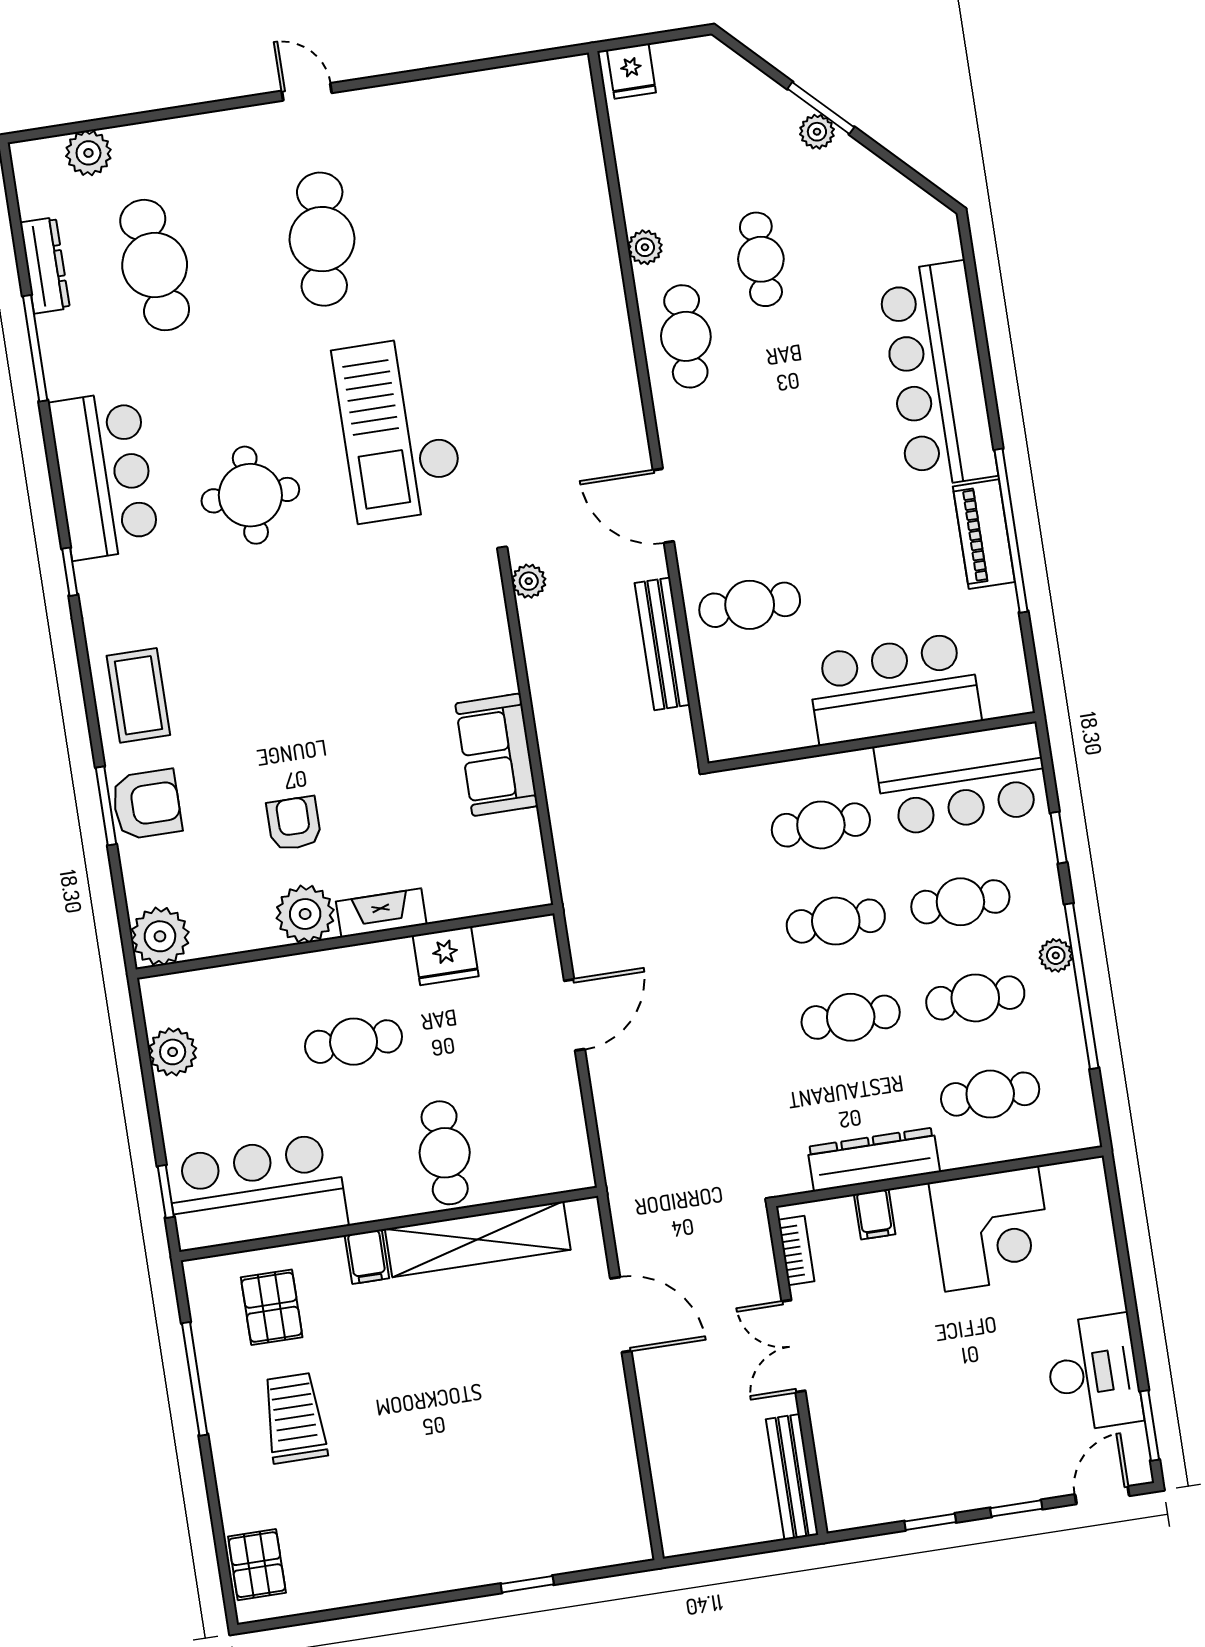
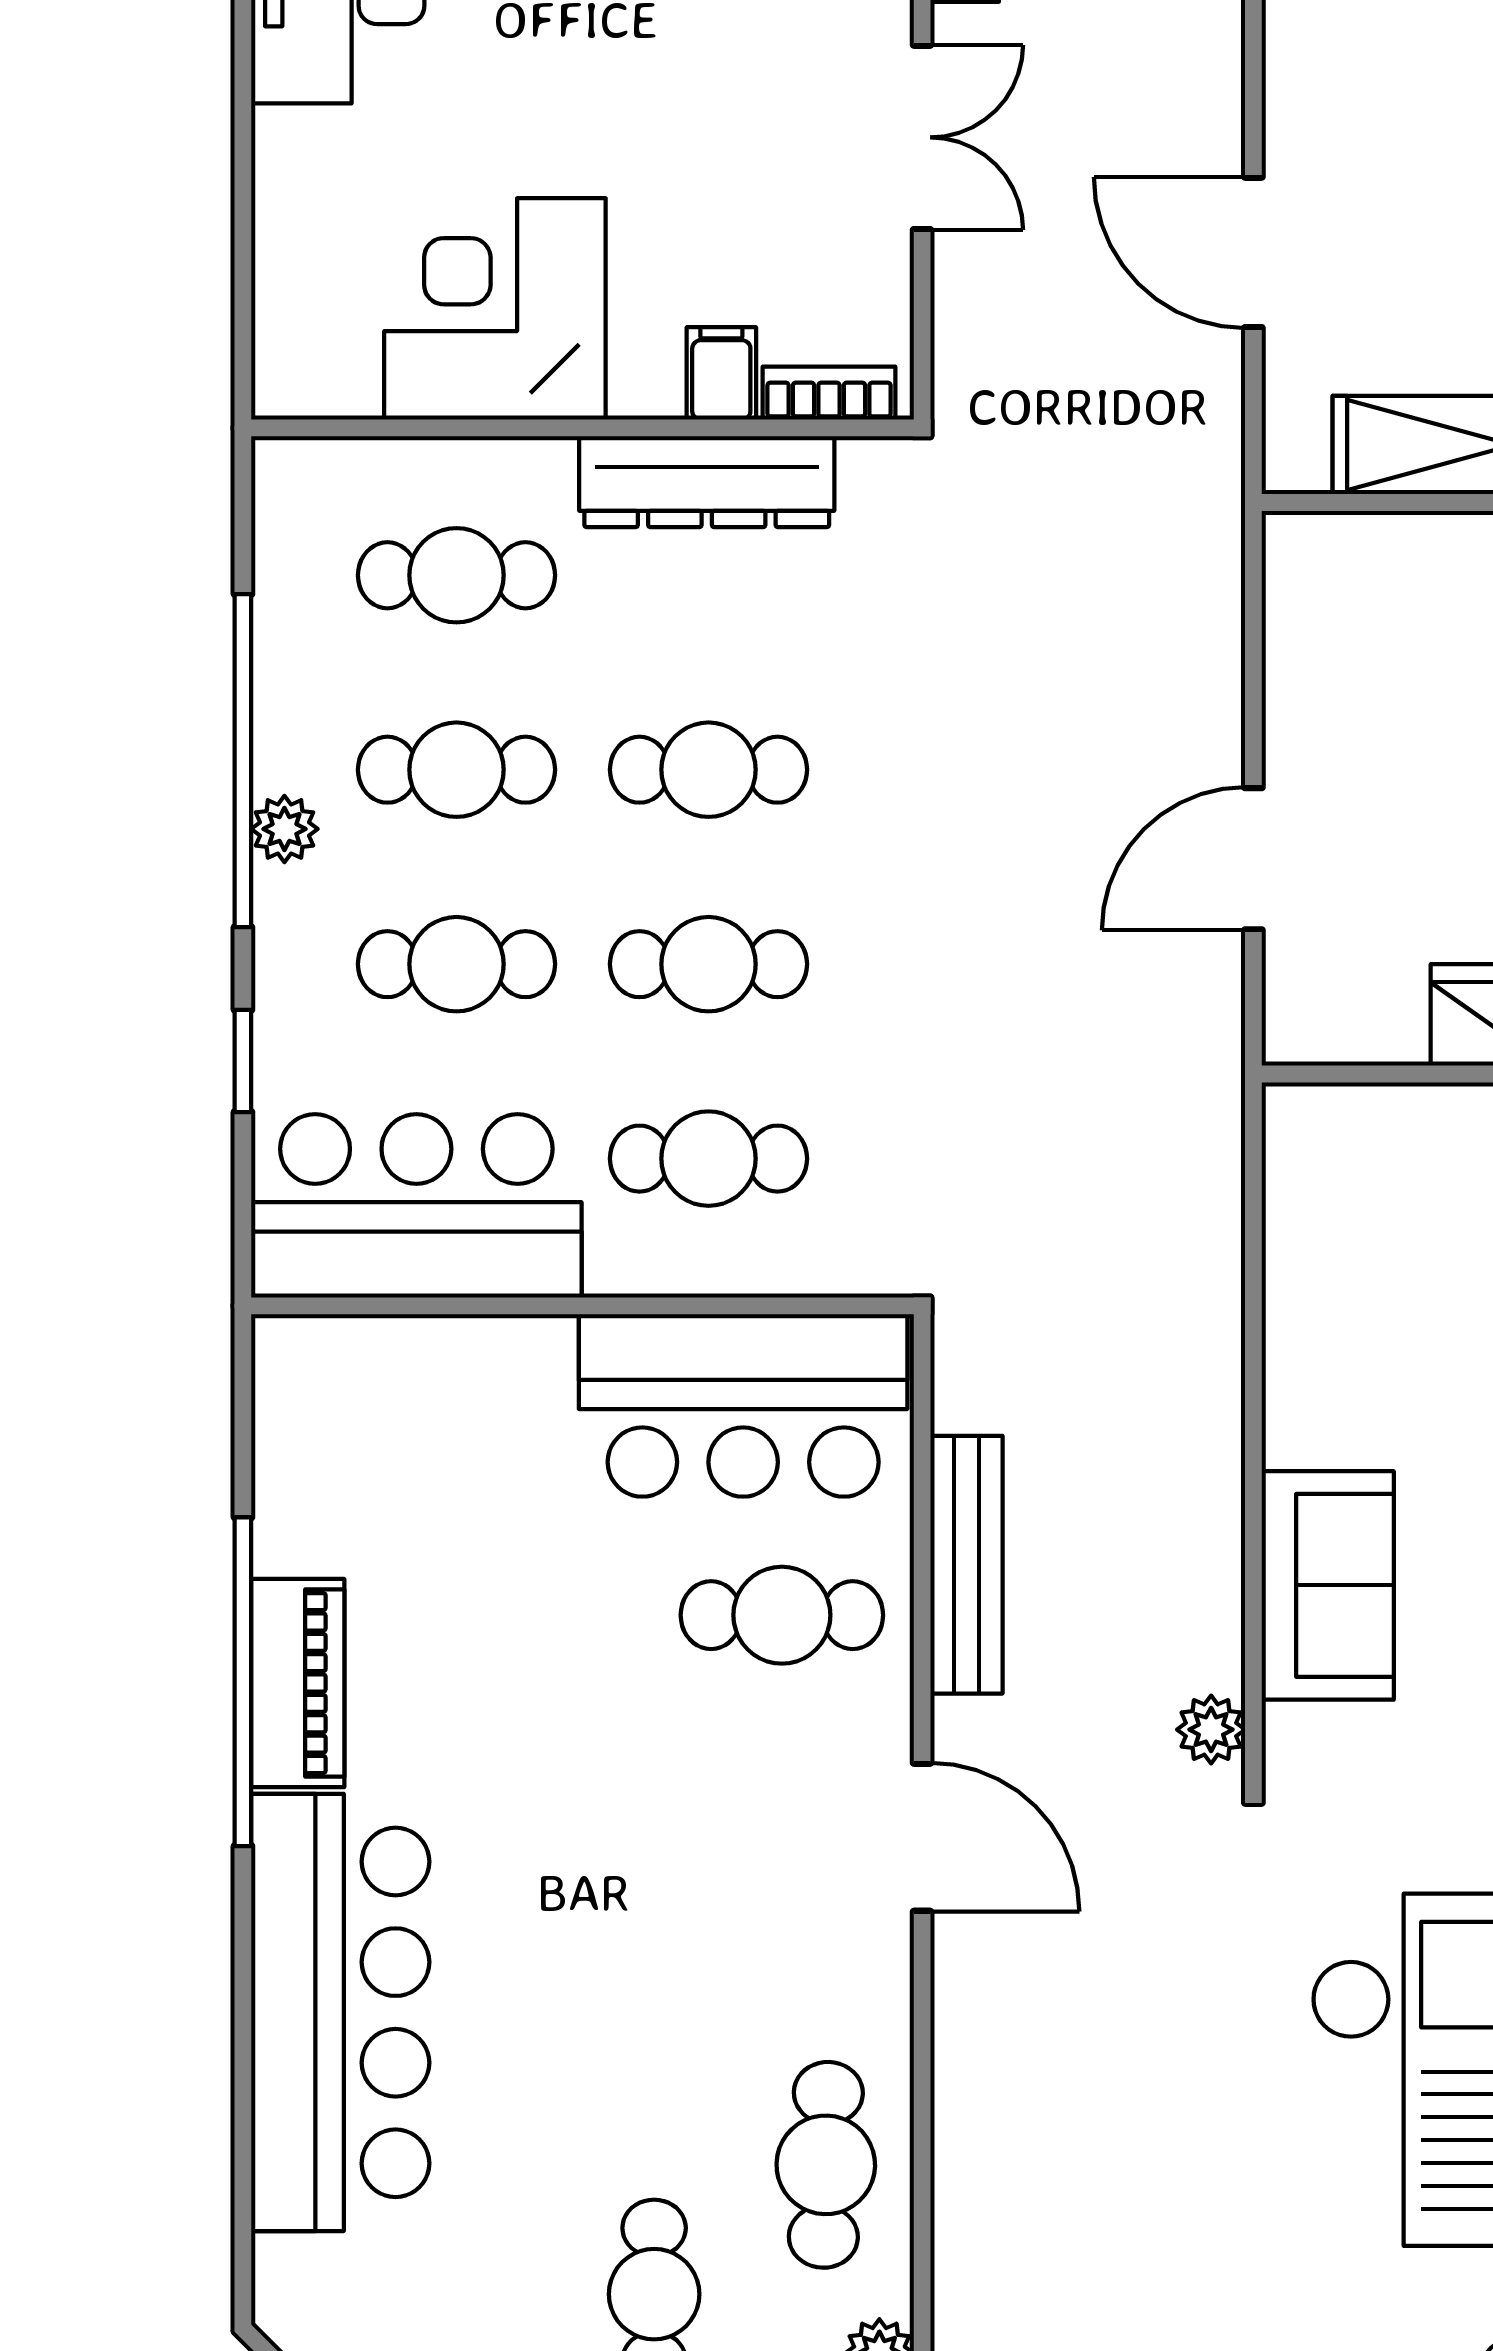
bar counter: (894, 689) -> (743, 1405), moved
sofa: (497, 755) -> (1328, 1585), moved
bookcase: (796, 1251) -> (829, 393), moved, turned 90

